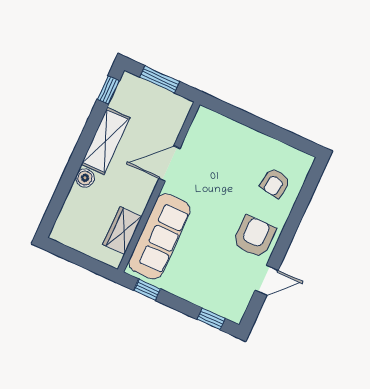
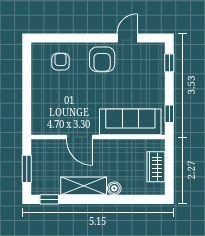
armchair: (275, 183) -> (61, 62), turned -99
wardrobe: (122, 230) -> (156, 167), moved, turned 90
armchair: (254, 237) -> (102, 59), turned -90
door: (267, 280) -> (127, 38), hinge flipped

